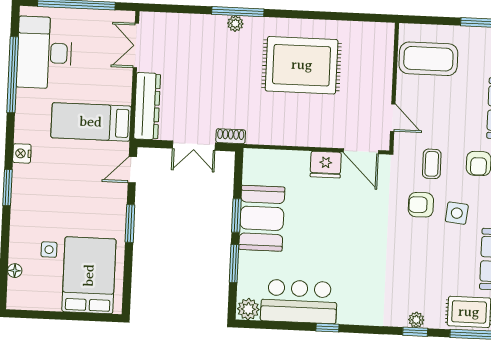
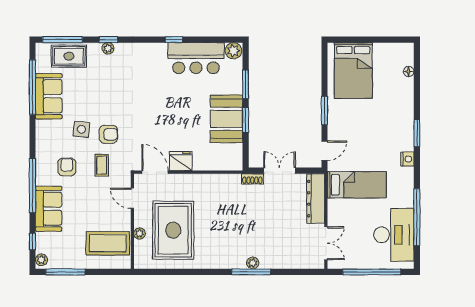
rug: (302, 65) -> (173, 230), moved, turned 90
plant: (385, 70) -> (139, 234), added
side table: (49, 250) -> (384, 88), removed

